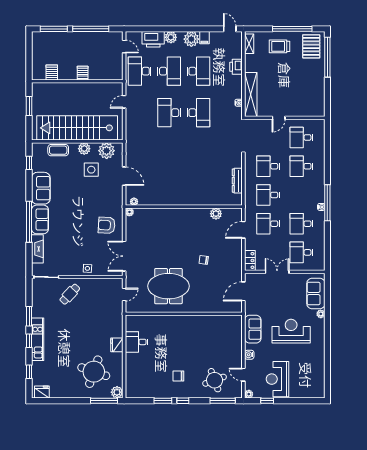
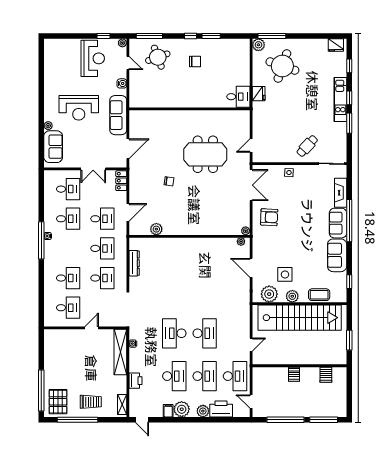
desk: (169, 71) -> (205, 376), turned 180
desk: (199, 71) -> (174, 376), turned 180
wall: (184, 314) -> (189, 109), moved
sofa: (253, 329) -> (118, 115), width x1.36

